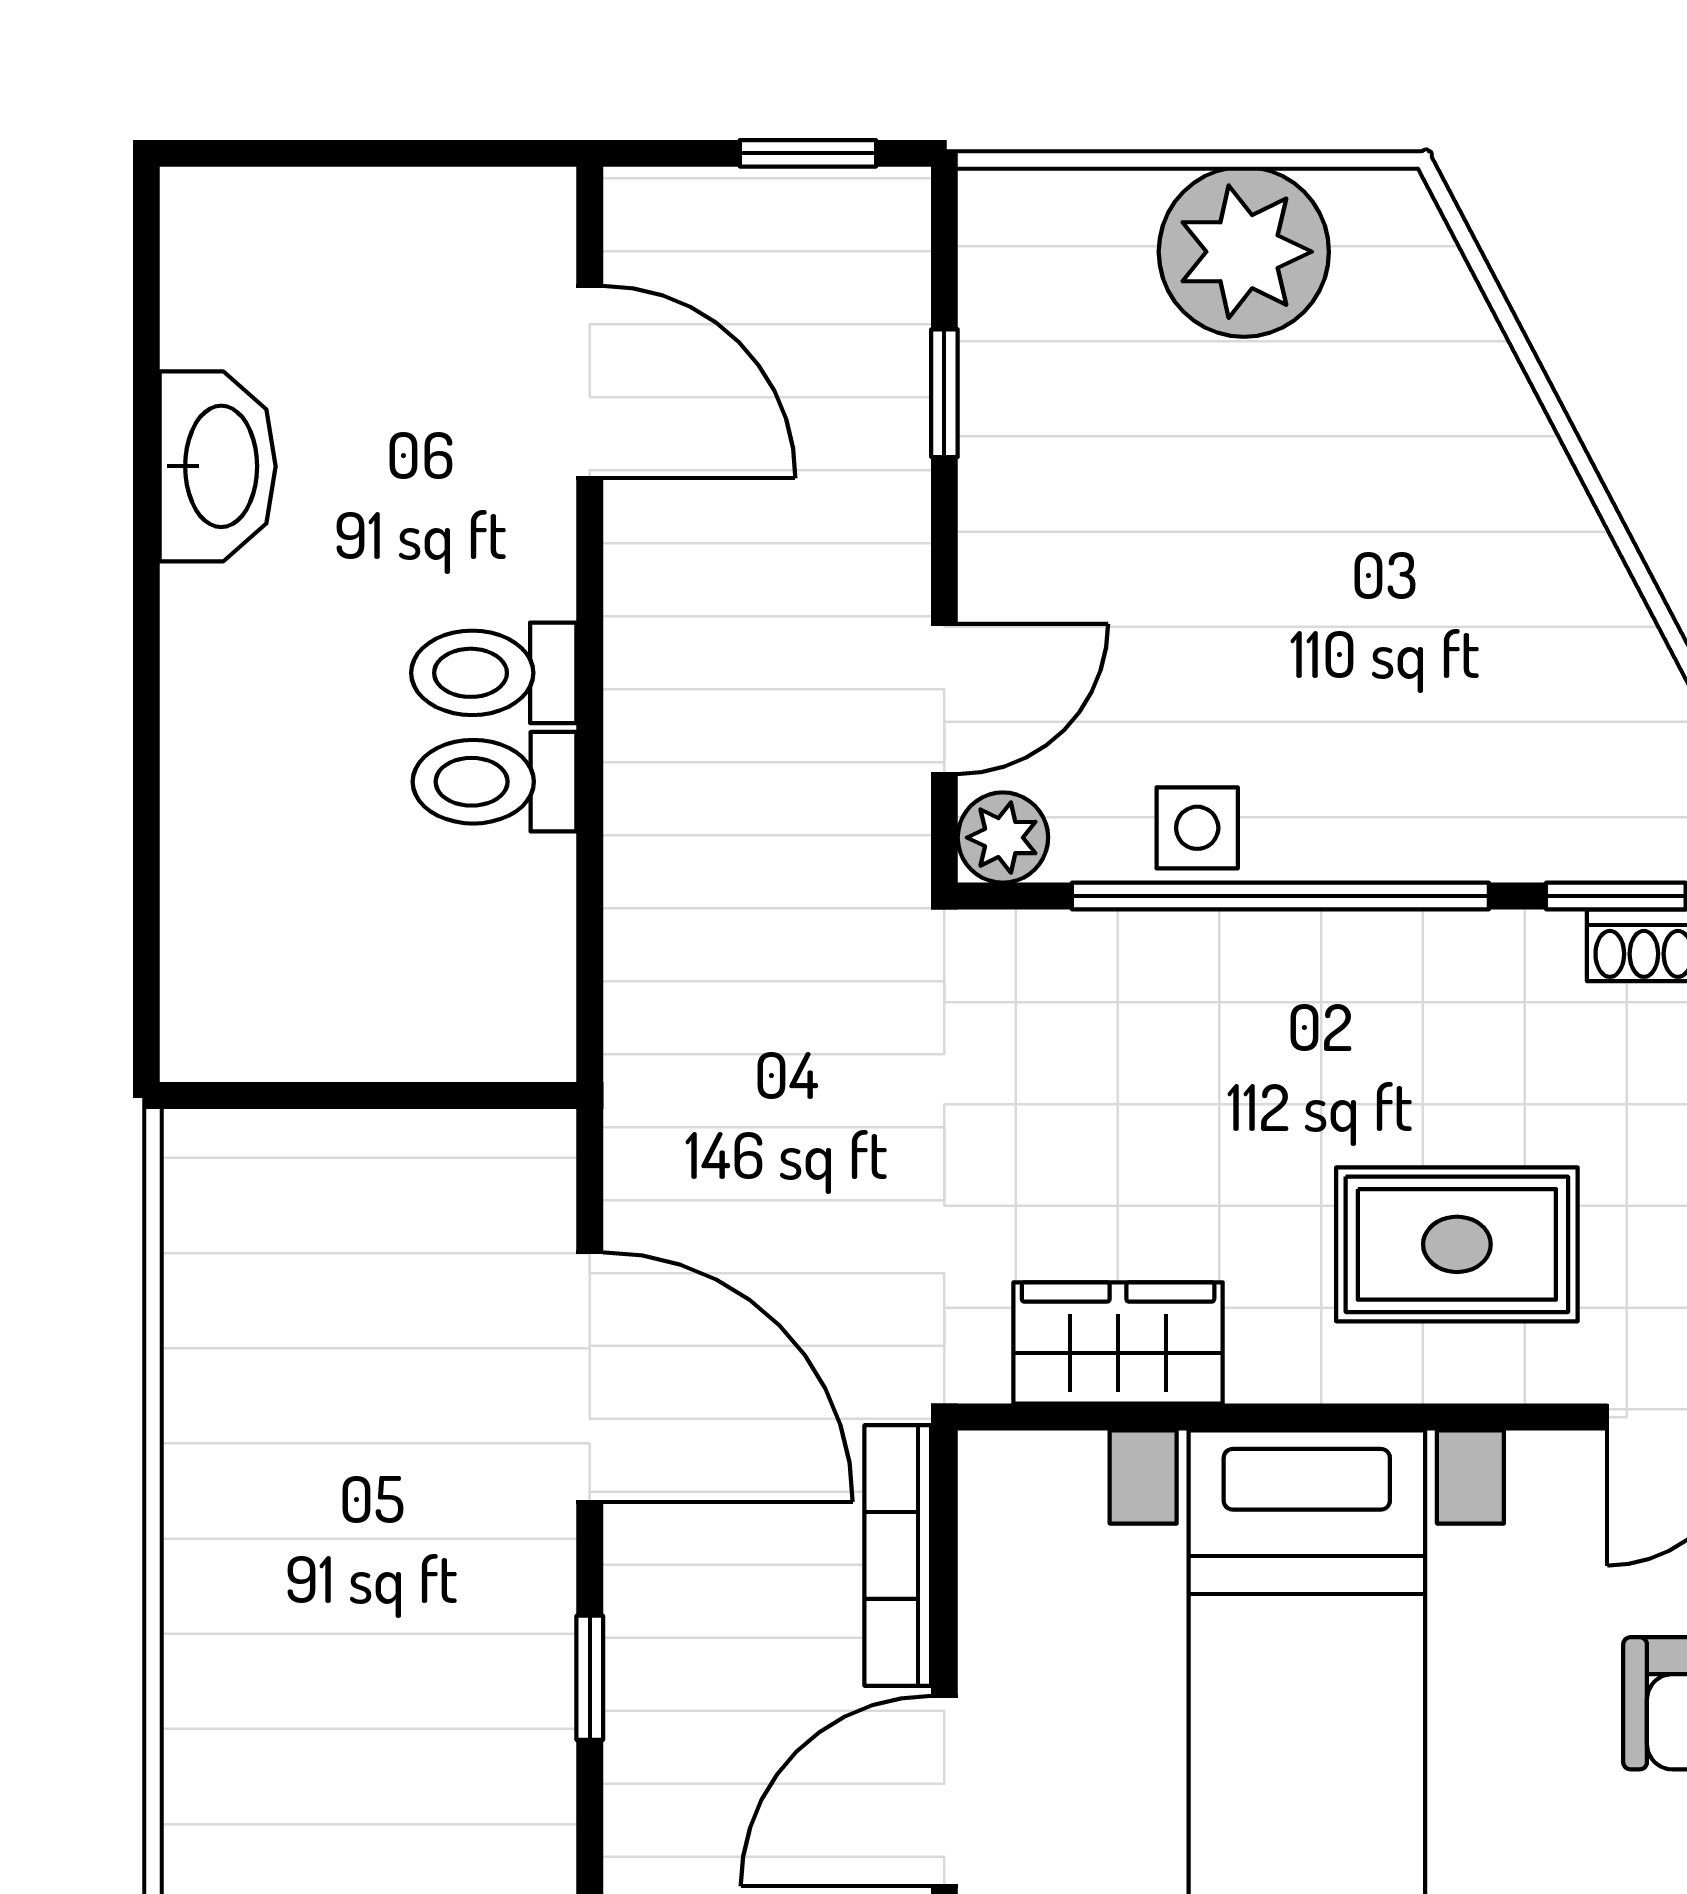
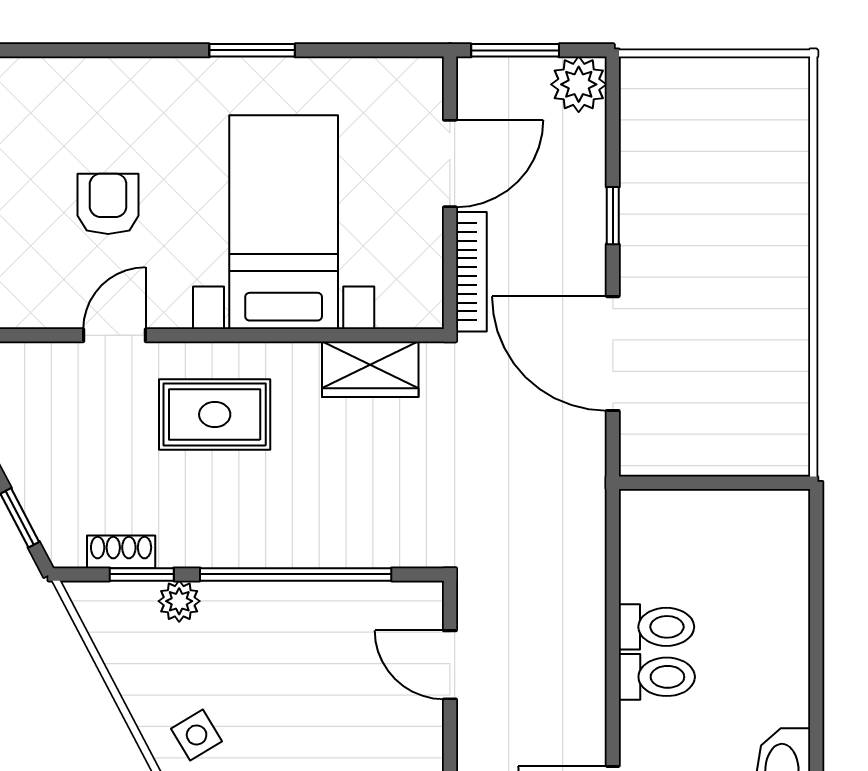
door: (944, 699) -> (450, 665), hinge flipped
side table: (1197, 828) -> (197, 735), moved, turned -31
plant: (1003, 838) -> (179, 601), moved

